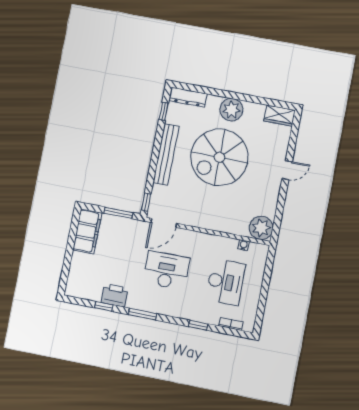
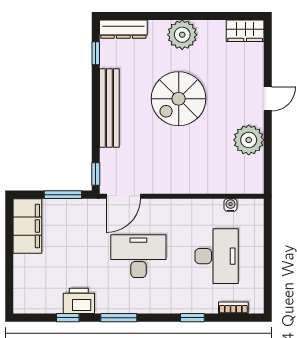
spiral stairs: (219, 157) -> (179, 99), width x0.73, depth x0.73
plant: (261, 228) -> (249, 140), moved

